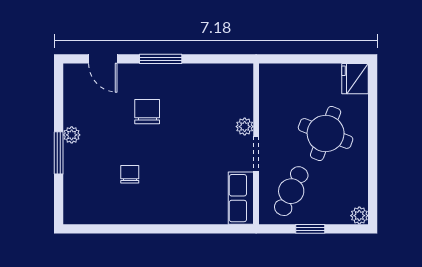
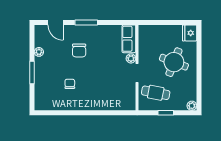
chair: (147, 112) -> (79, 50), turned 180
plant: (72, 135) -> (39, 52), moved
cafe table: (291, 191) -> (156, 93), turned 75
row of seats: (241, 198) -> (129, 39), moved

